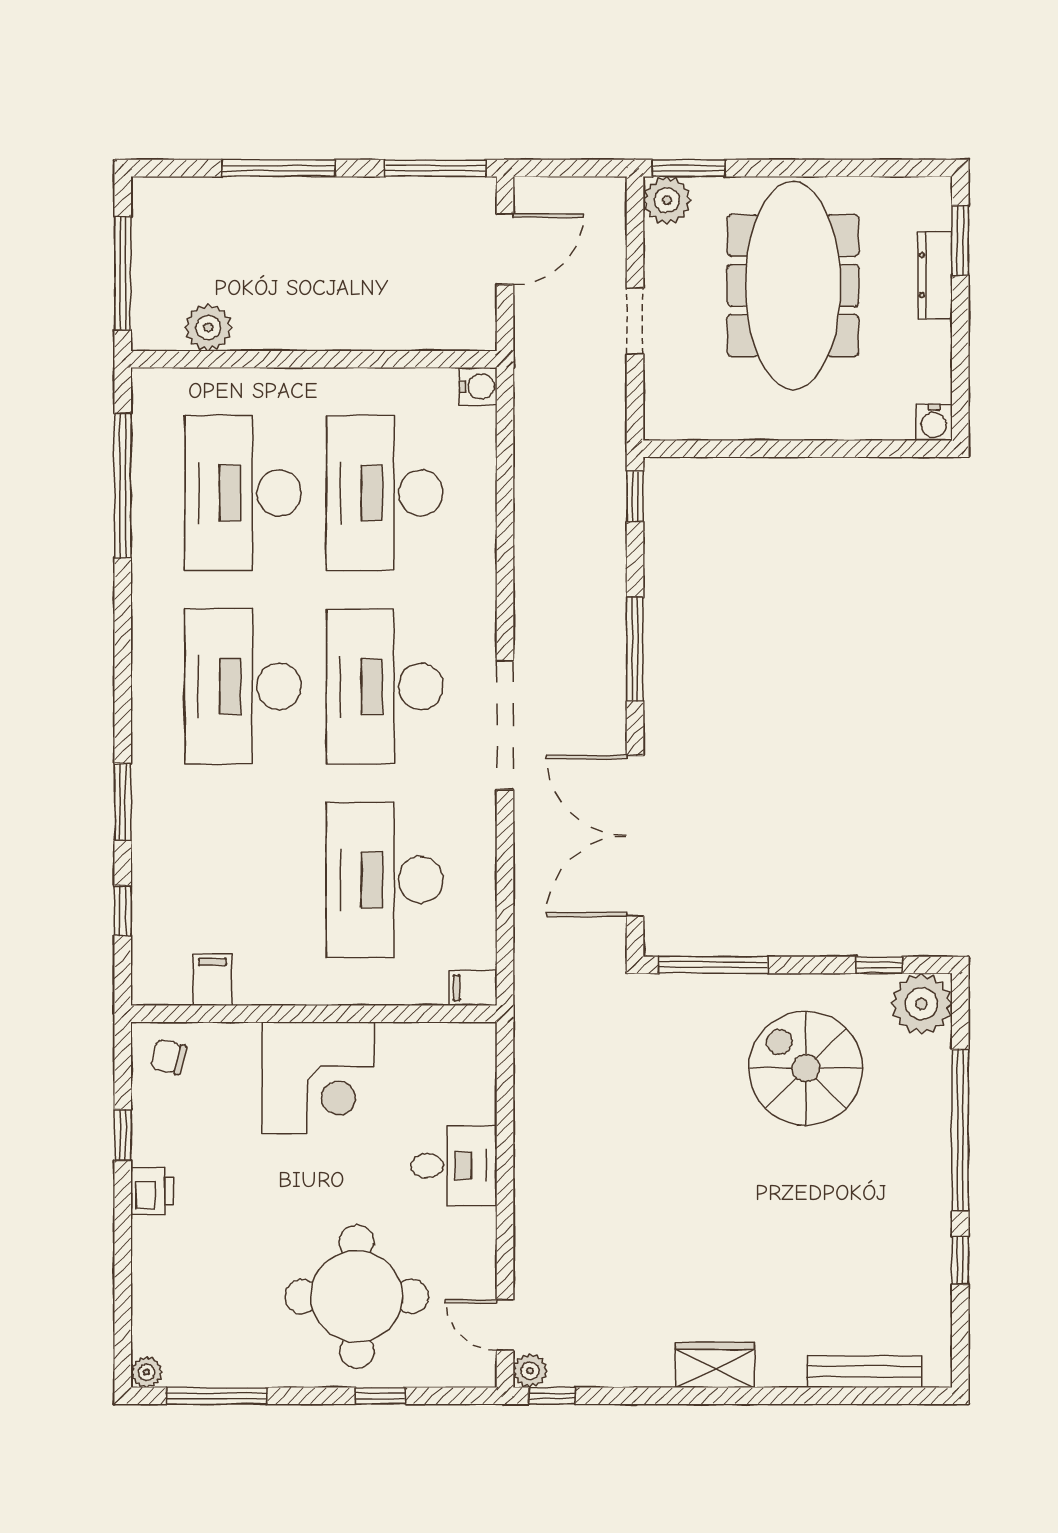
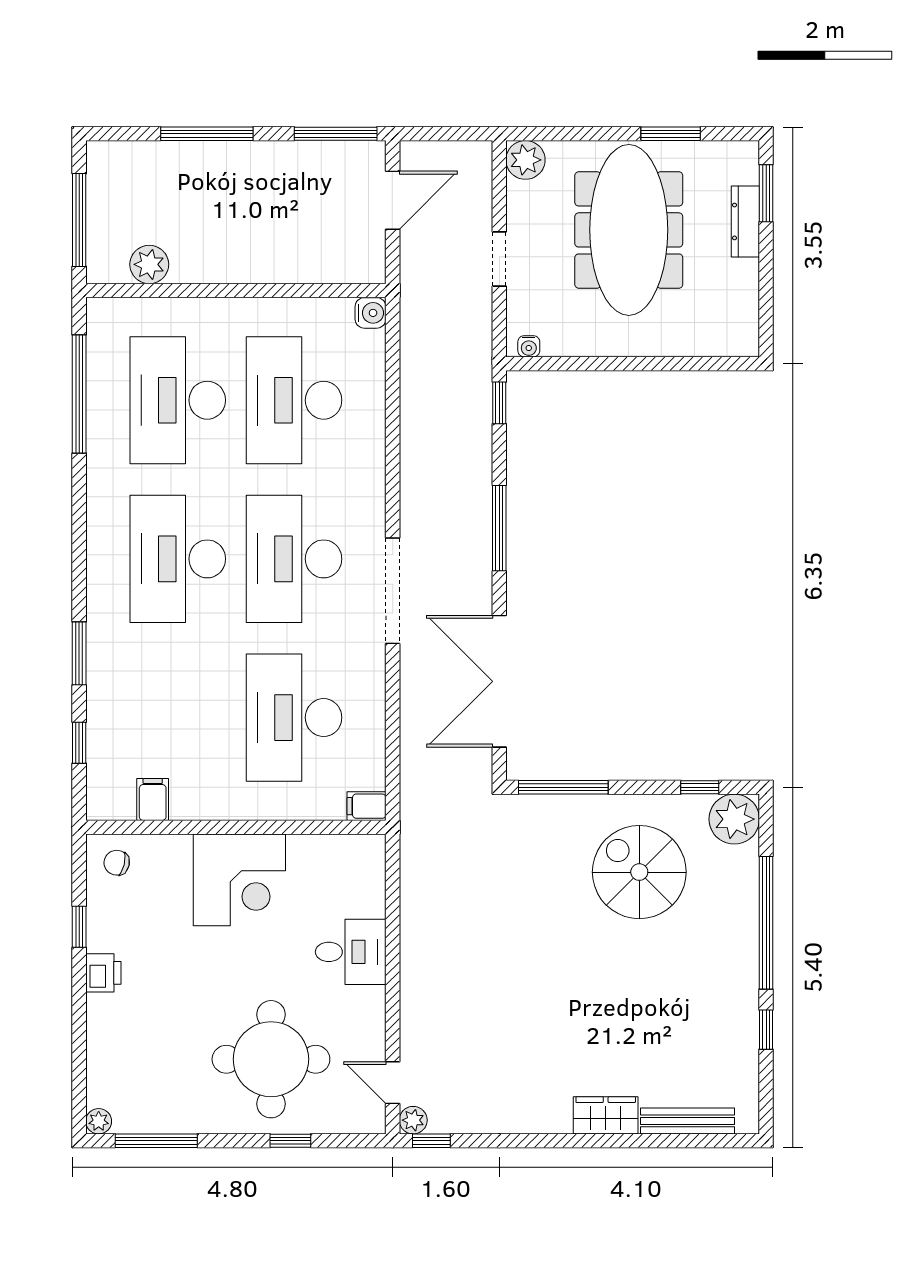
window: (689, 168) -> (671, 134), moved
water cooler: (934, 422) -> (529, 346), moved, width x0.72, depth x0.72
wardrobe: (715, 1365) -> (606, 1115), moved

